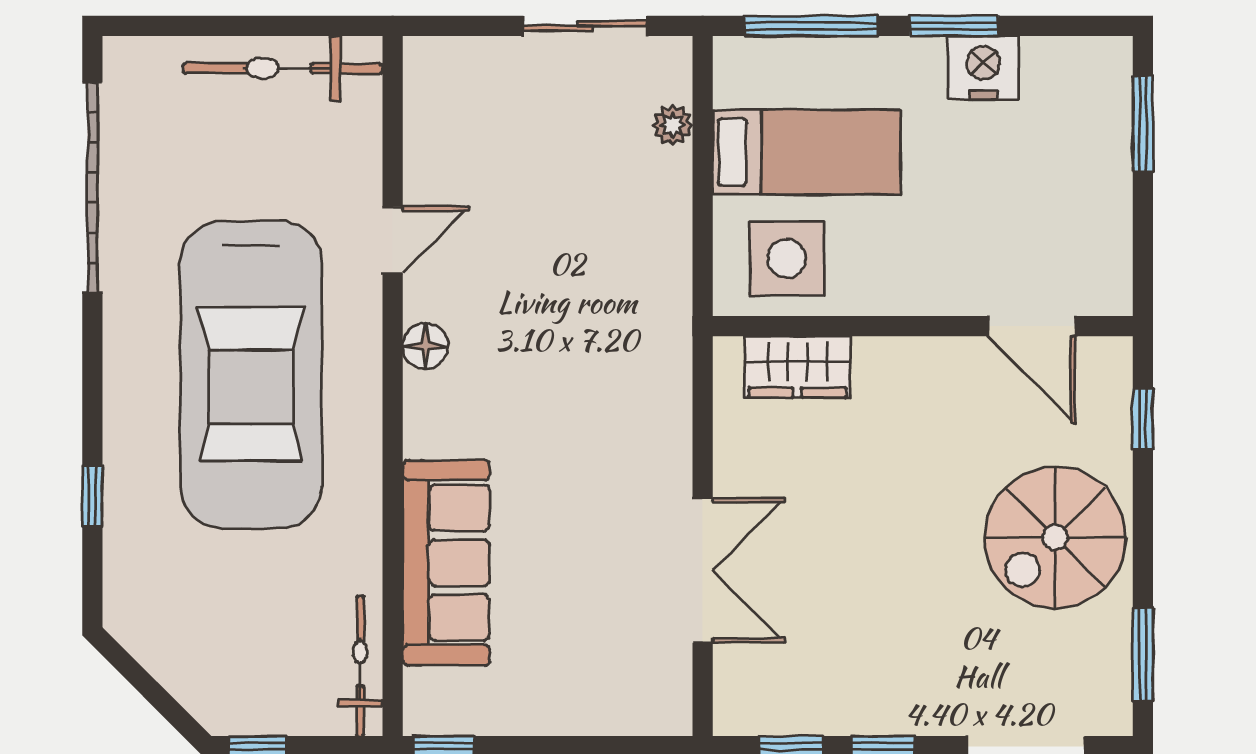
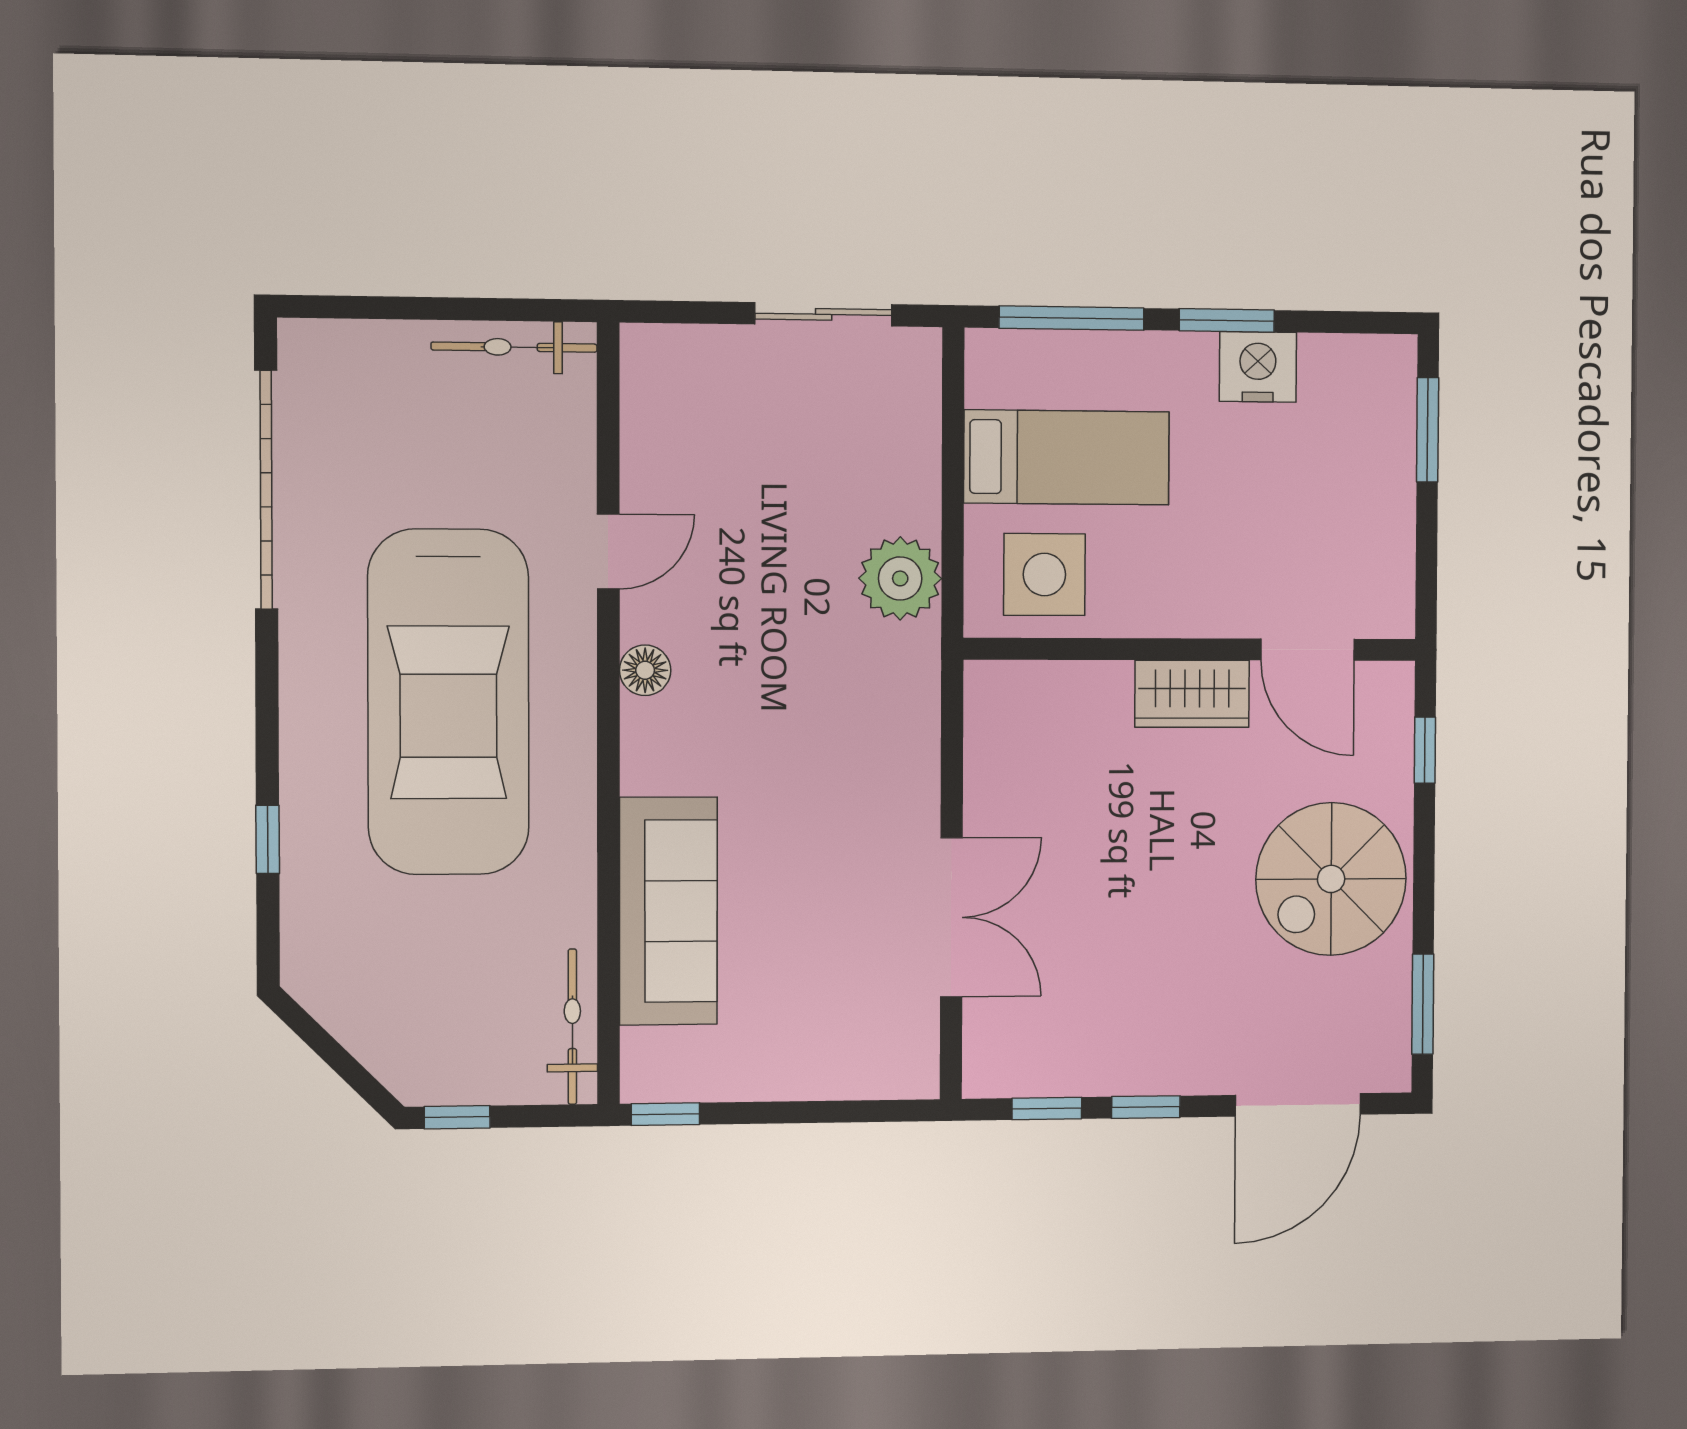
bicycle: (283, 68) -> (514, 347), width x0.73, depth x0.71
plant: (673, 125) -> (900, 578), moved, width x1.87, depth x1.87
wardrobe: (797, 367) -> (1192, 694), moved

